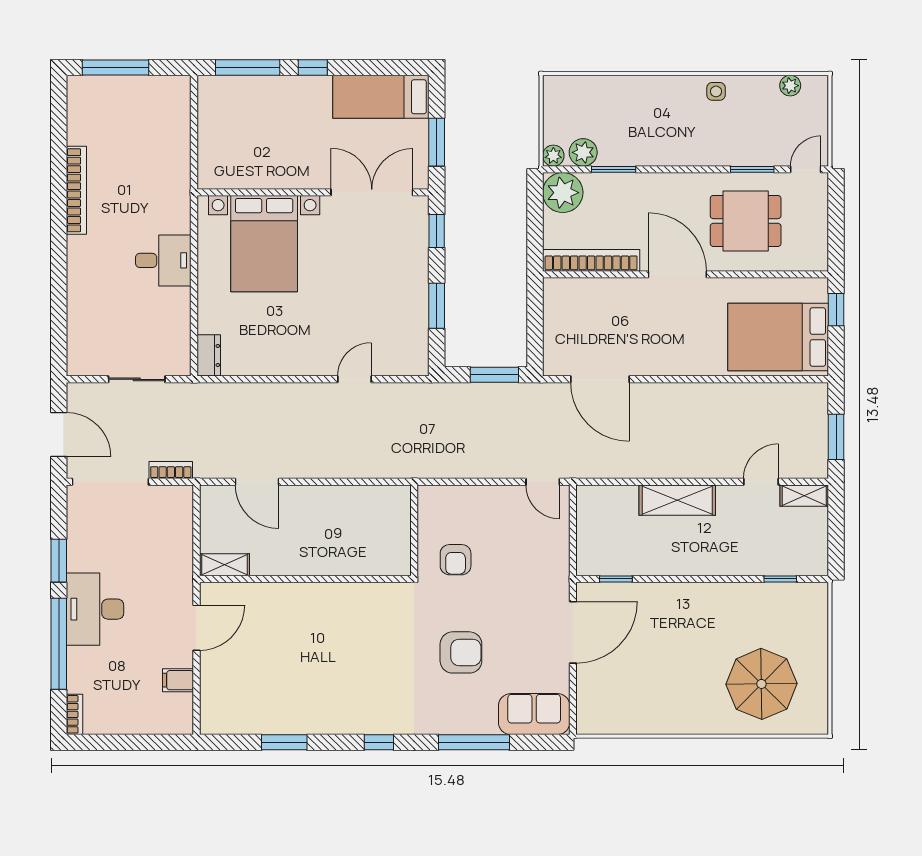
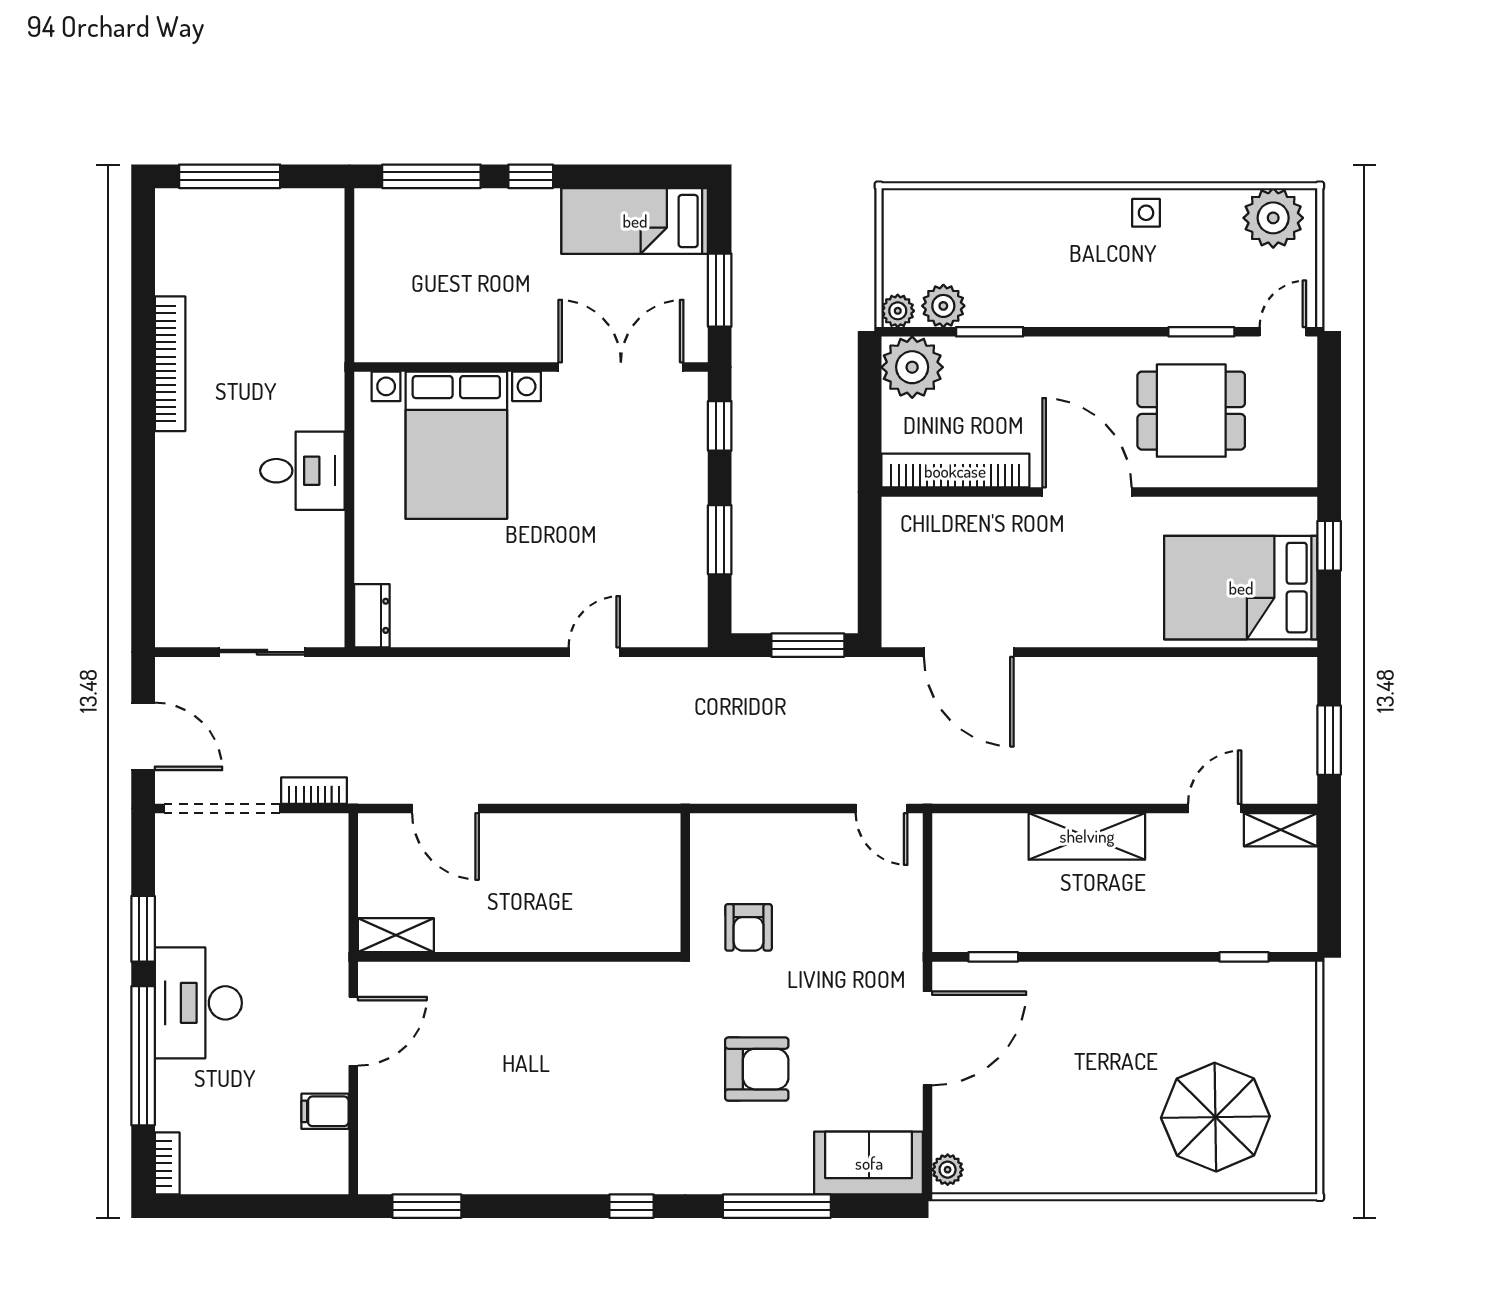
plant: (790, 86) -> (1273, 218), width x1.88, depth x1.88
plant: (586, 718) -> (948, 1170), added
window: (284, 742) -> (427, 1206), moved

